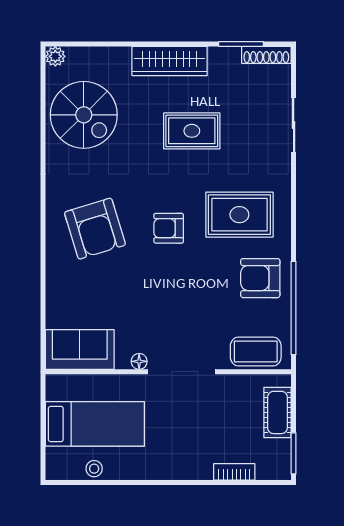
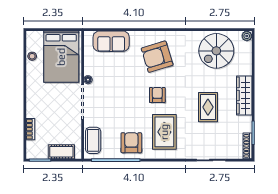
sofa: (80, 349) -> (111, 41), moved, turned 90
bed: (95, 424) -> (61, 57), width x1.50

